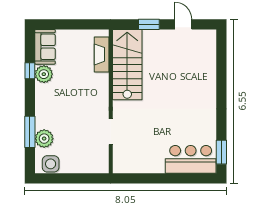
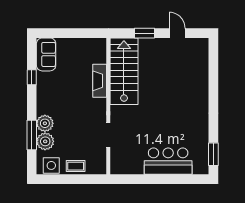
fireplace: (102, 54) -> (100, 81), moved
plant: (44, 74) -> (45, 123), moved
bar counter: (191, 159) -> (168, 161), moved
coffee table: (76, 165) -> (76, 166), added

